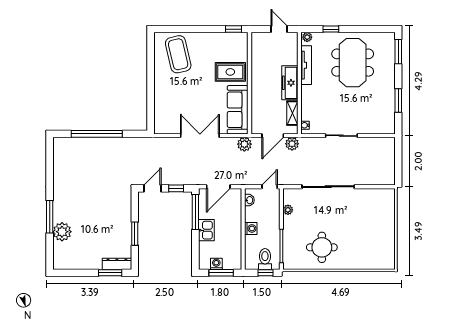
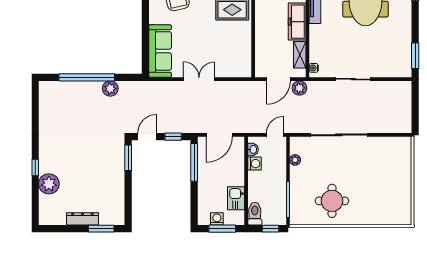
window: (398, 101) -> (415, 56), moved
sofa: (238, 110) -> (160, 51), moved, turned 180
double door: (200, 136) -> (199, 79), width x0.73
plant: (244, 144) -> (110, 89), moved
window: (50, 217) -> (35, 167), width x0.46
washing machine: (251, 228) -> (254, 164), moved
kitchen sink: (206, 230) -> (236, 198), moved, turned 180
window: (135, 234) -> (128, 158), moved
toilet: (265, 259) -> (255, 214), moved
dresser: (117, 264) -> (82, 219), moved

